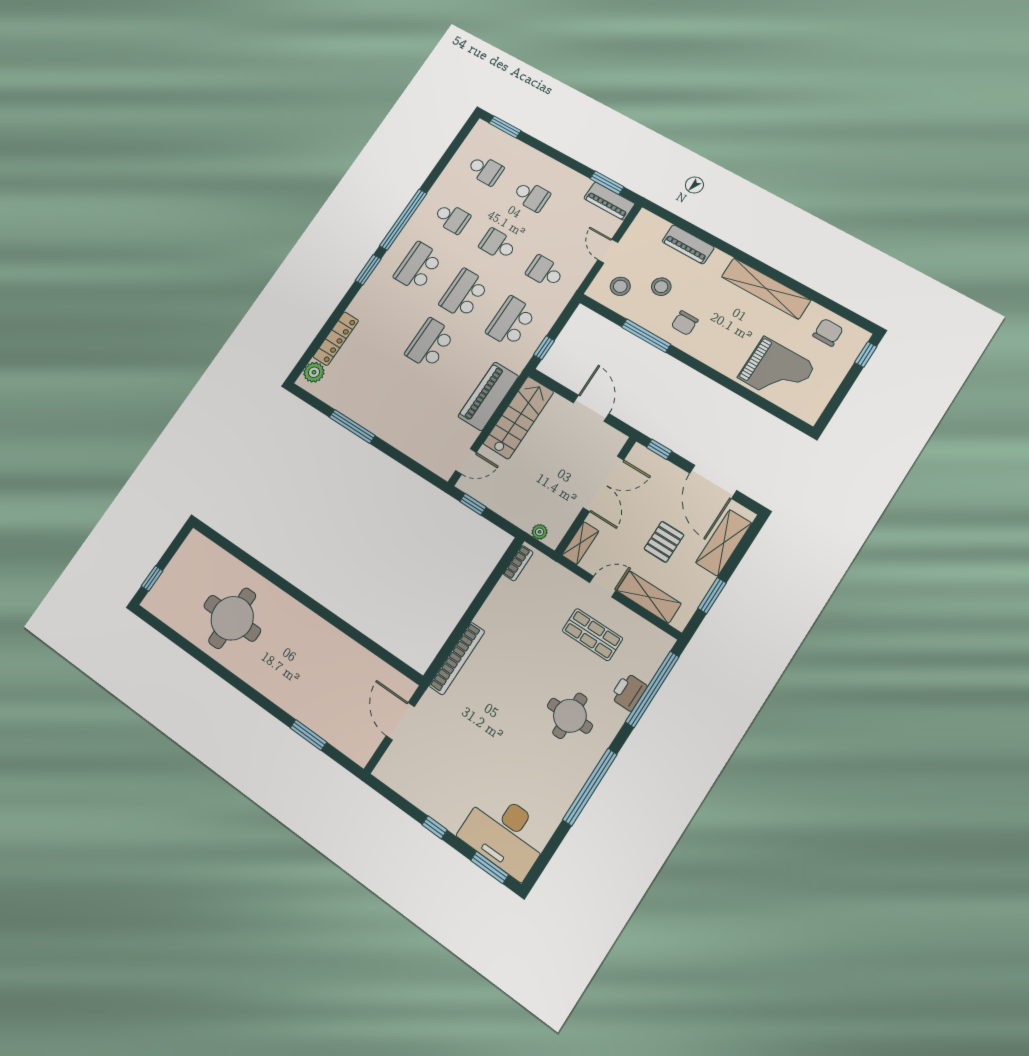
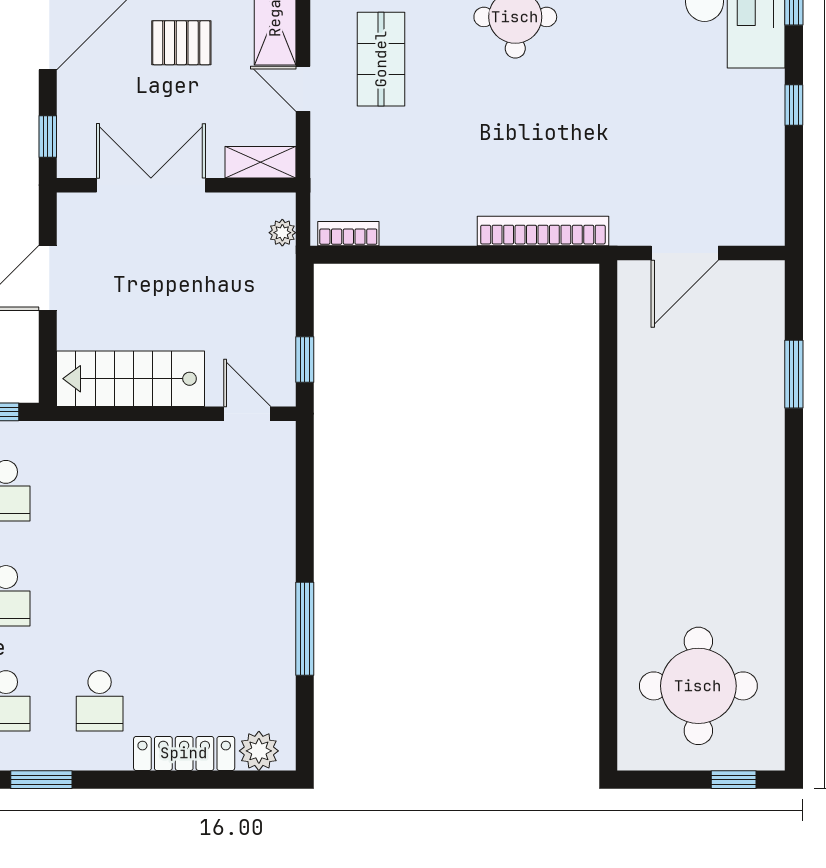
school desk: (430, 344) -> (100, 701), moved, width x0.54
piano: (488, 396) -> (126, 447), removed
round table: (232, 618) -> (698, 686), moved

